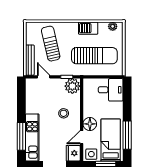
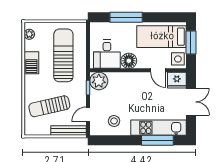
desk: (111, 90) -> (107, 54), moved, turned 180
stool: (64, 113) -> (114, 121), moved
floor lamp: (90, 124) -> (129, 61), moved
window: (127, 135) -> (126, 17), moved

